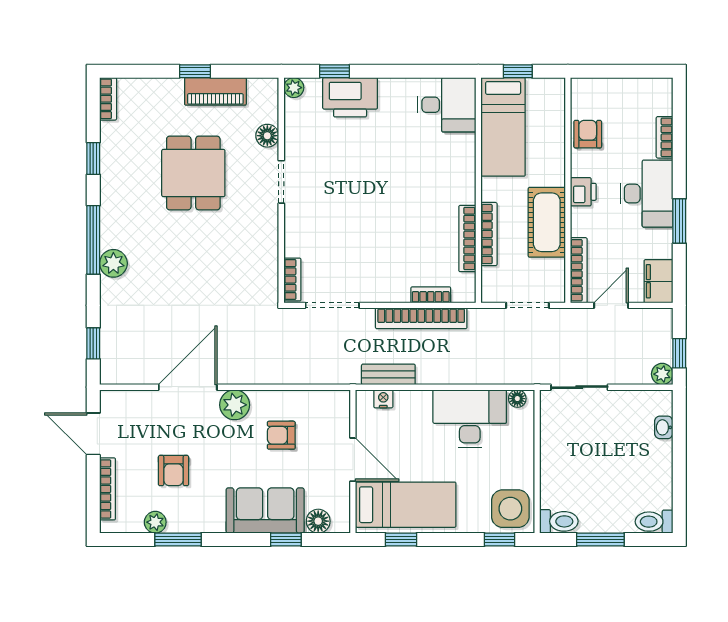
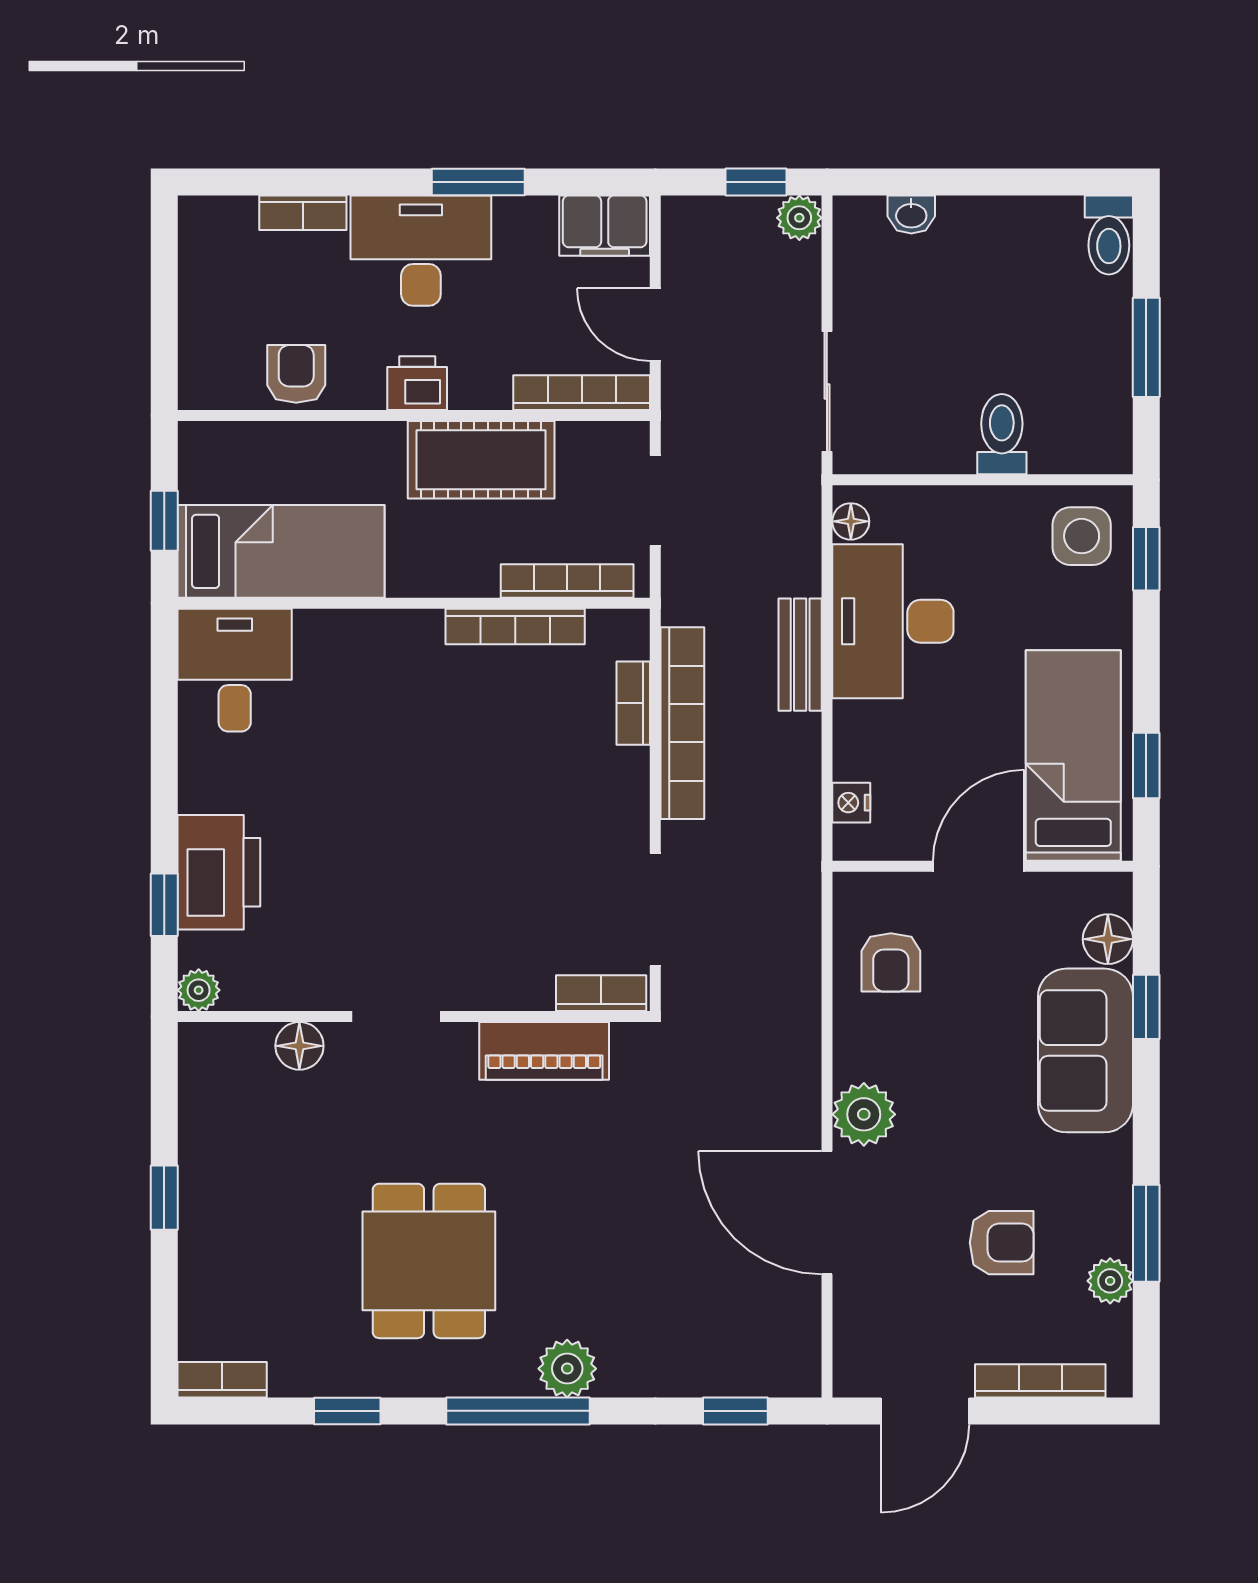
piano: (215, 91) -> (544, 1051), moved, turned 90
armchair: (588, 134) -> (296, 374), turned 90
dining table: (193, 173) -> (429, 1261), moved, turned 90
bookcase: (489, 234) -> (567, 581), moved
bench: (388, 374) -> (800, 655), moved
armchair: (281, 435) -> (891, 962), moved
side table: (510, 509) -> (1082, 536), width x0.73, depth x0.73
toilet: (559, 521) -> (1002, 434), moved

